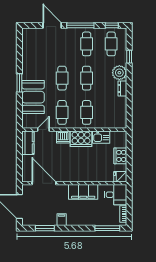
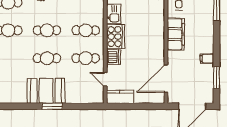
booth: (33, 97) -> (46, 91), moved

